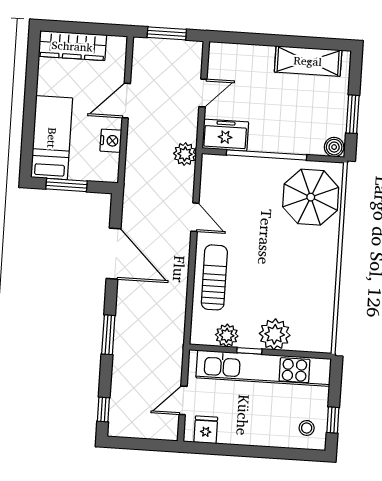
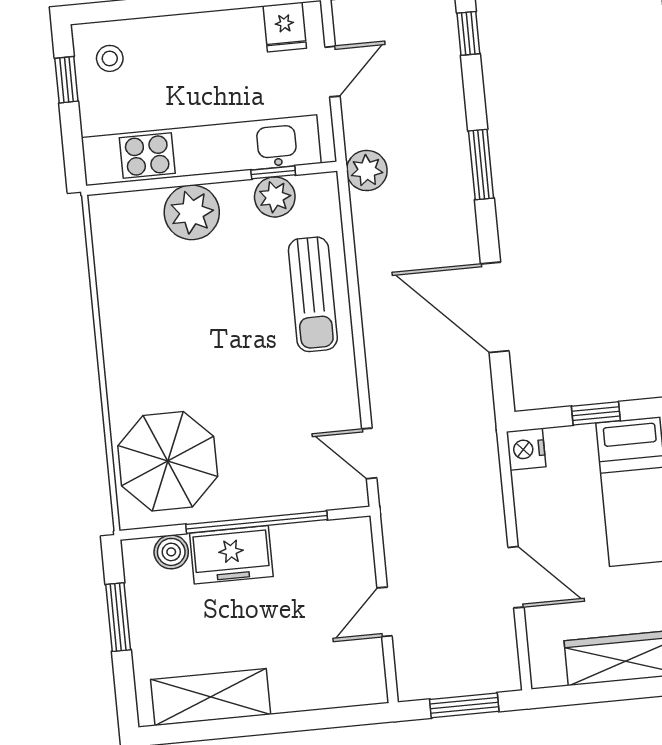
door: (126, 101) -> (516, 577), hinge flipped
freezer: (225, 135) -> (231, 555), moved
nightstand: (111, 141) -> (526, 449), moved
boiler: (334, 147) -> (171, 552), moved
plant: (185, 154) -> (367, 171), moved
window: (66, 185) -> (596, 413), width x0.67
door: (195, 217) -> (369, 453), moved
window: (249, 351) -> (273, 172), moved

